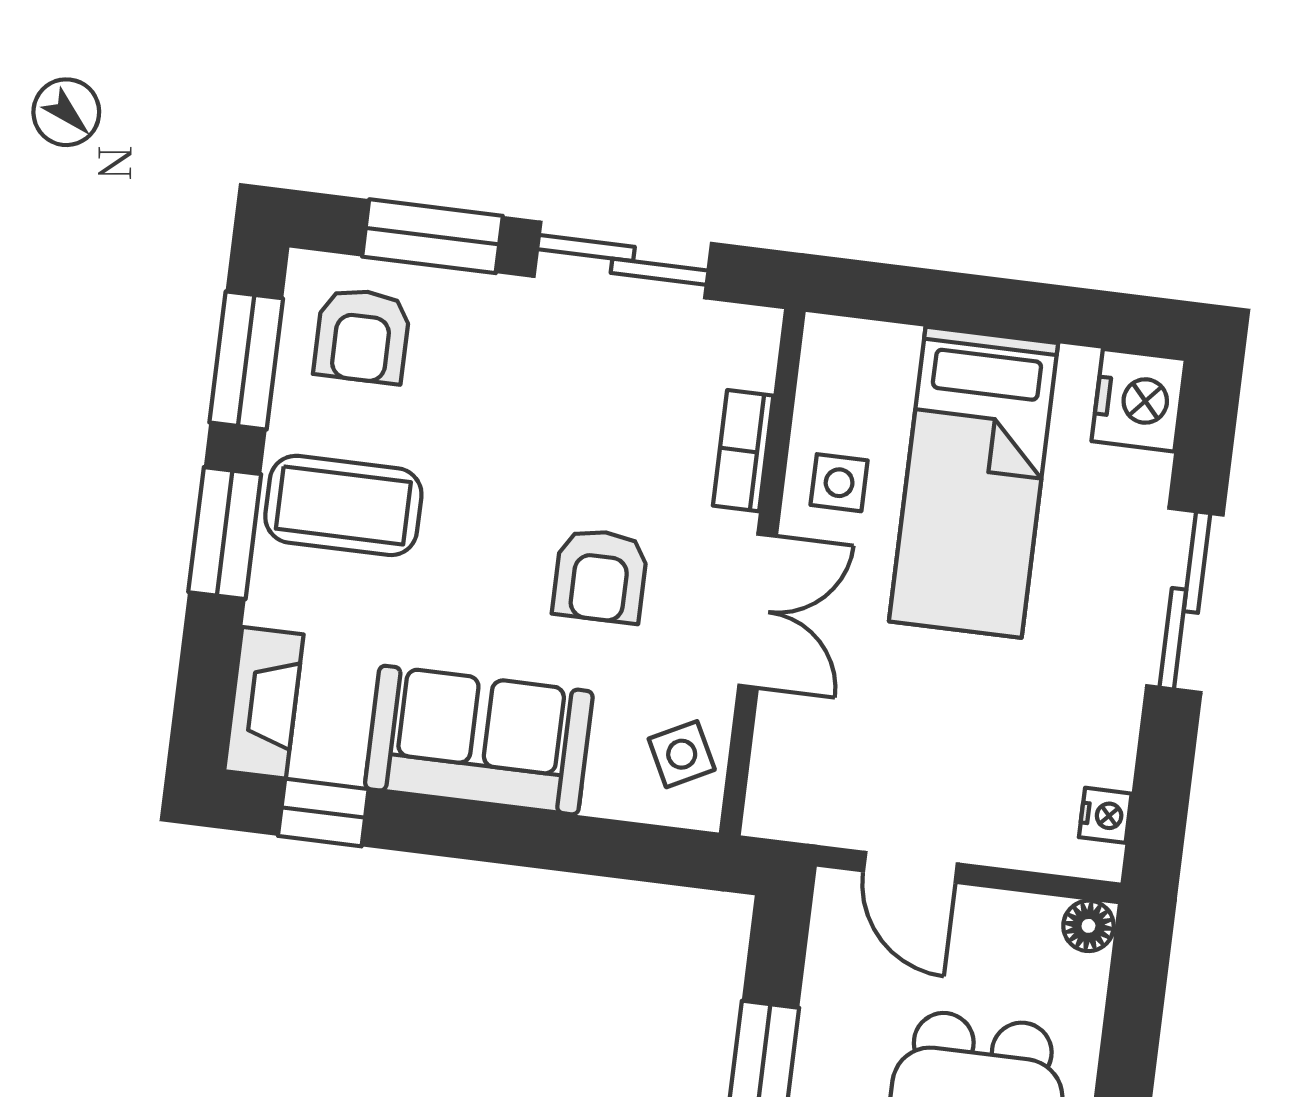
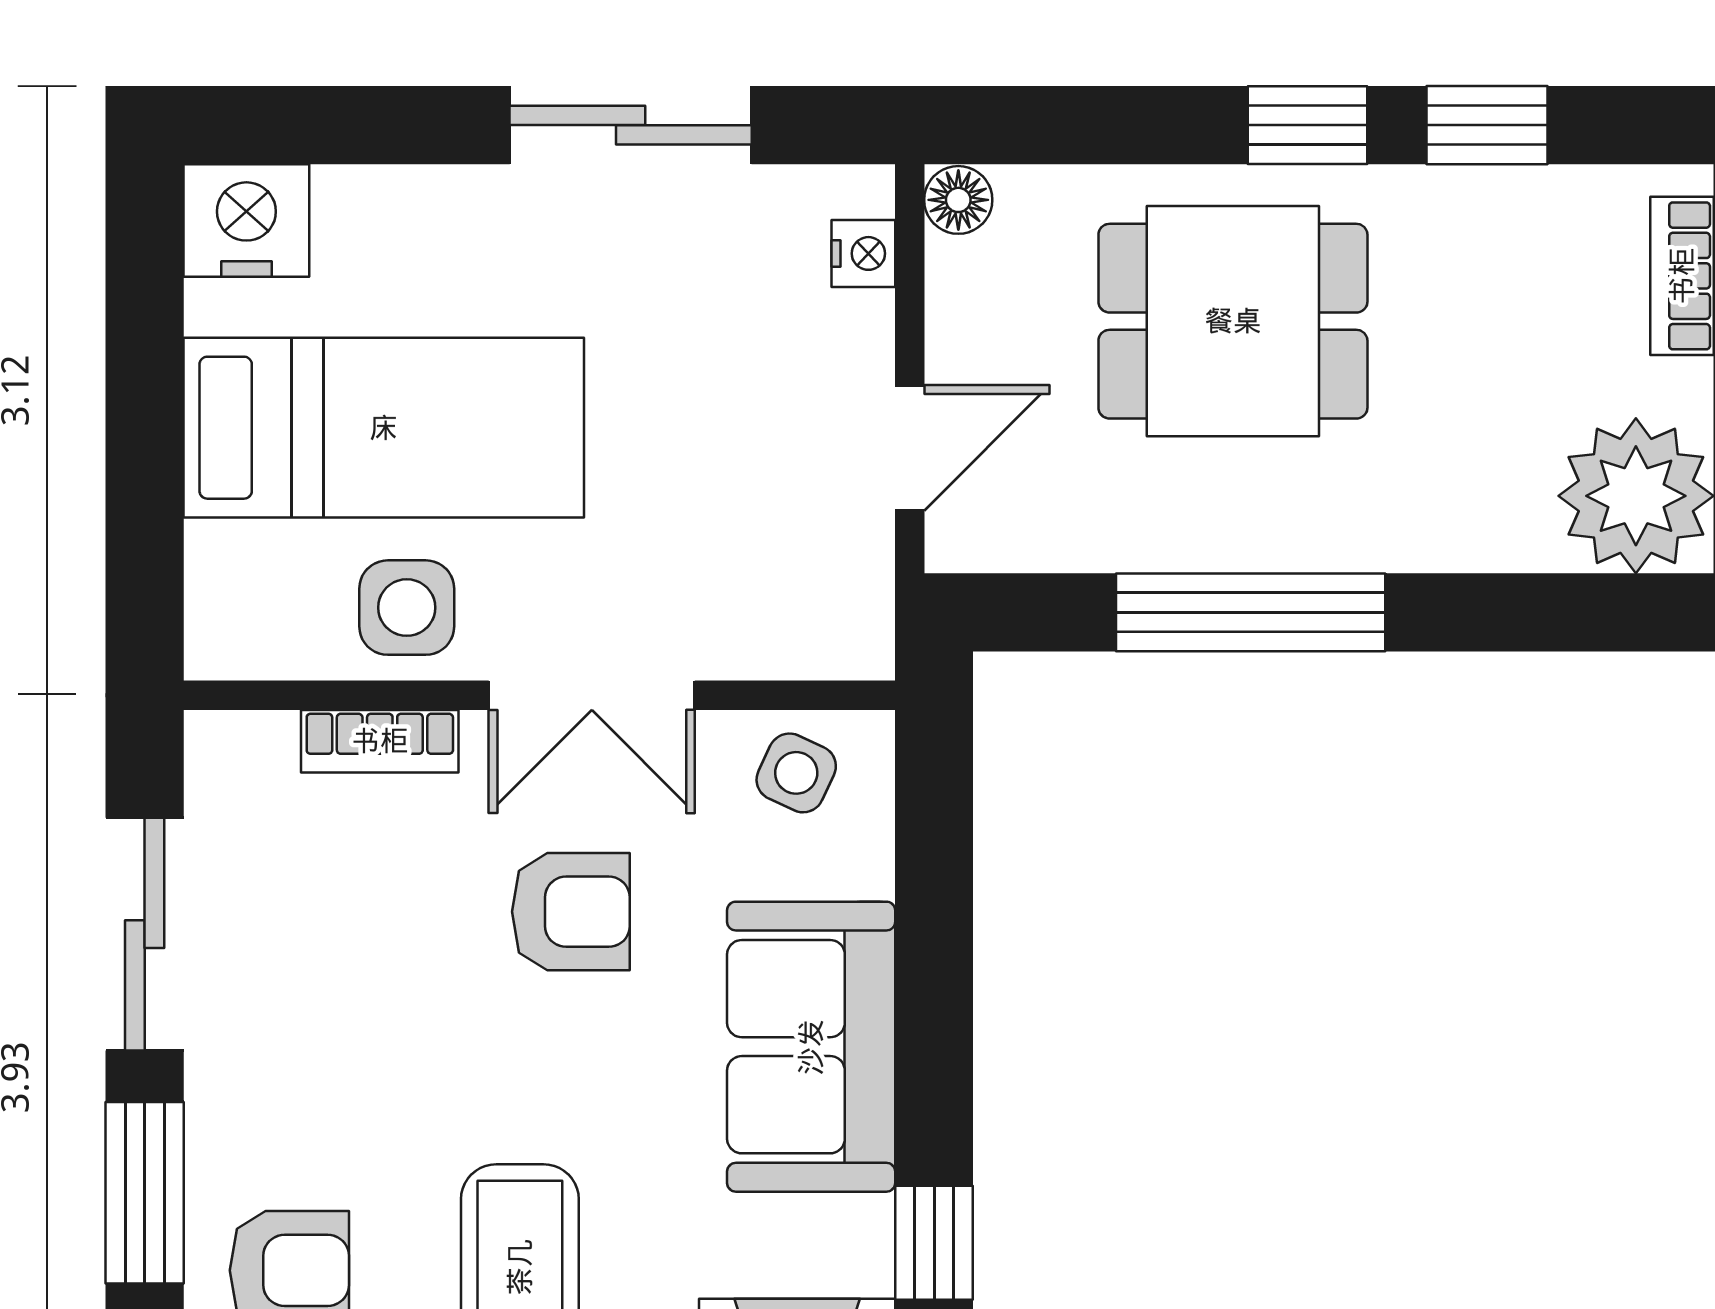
side table: (839, 483) -> (407, 608), width x1.37, depth x1.37
sliding door: (1185, 600) -> (631, 125), moved
double door: (758, 611) -> (592, 695), swing flipped
side table: (682, 754) -> (796, 773), turned -38
nightstand: (1105, 815) -> (863, 253), moved, turned 90

